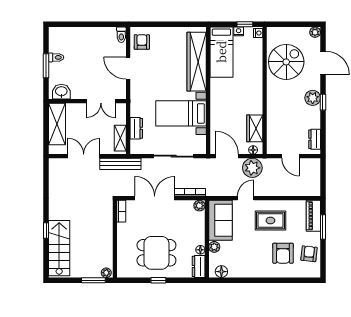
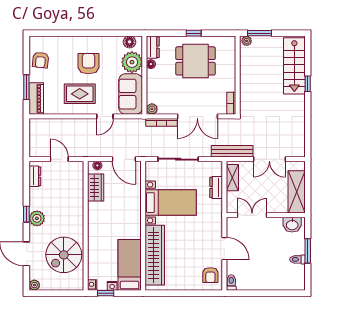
plant: (252, 168) -> (98, 147), removed
plant: (214, 247) -> (132, 62), width x1.88, depth x1.88
armchair: (283, 253) -> (88, 64), moved

